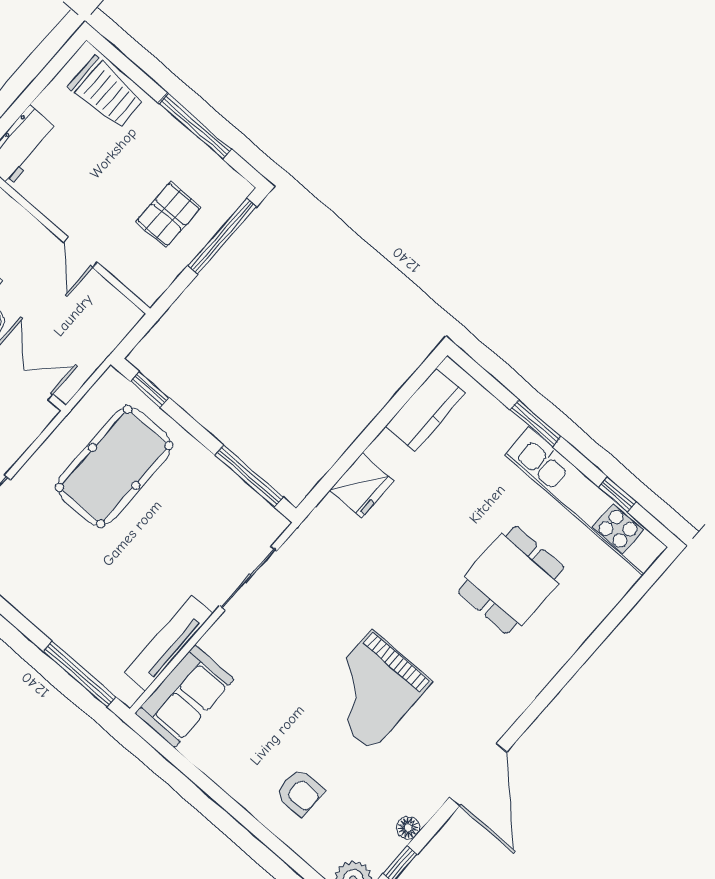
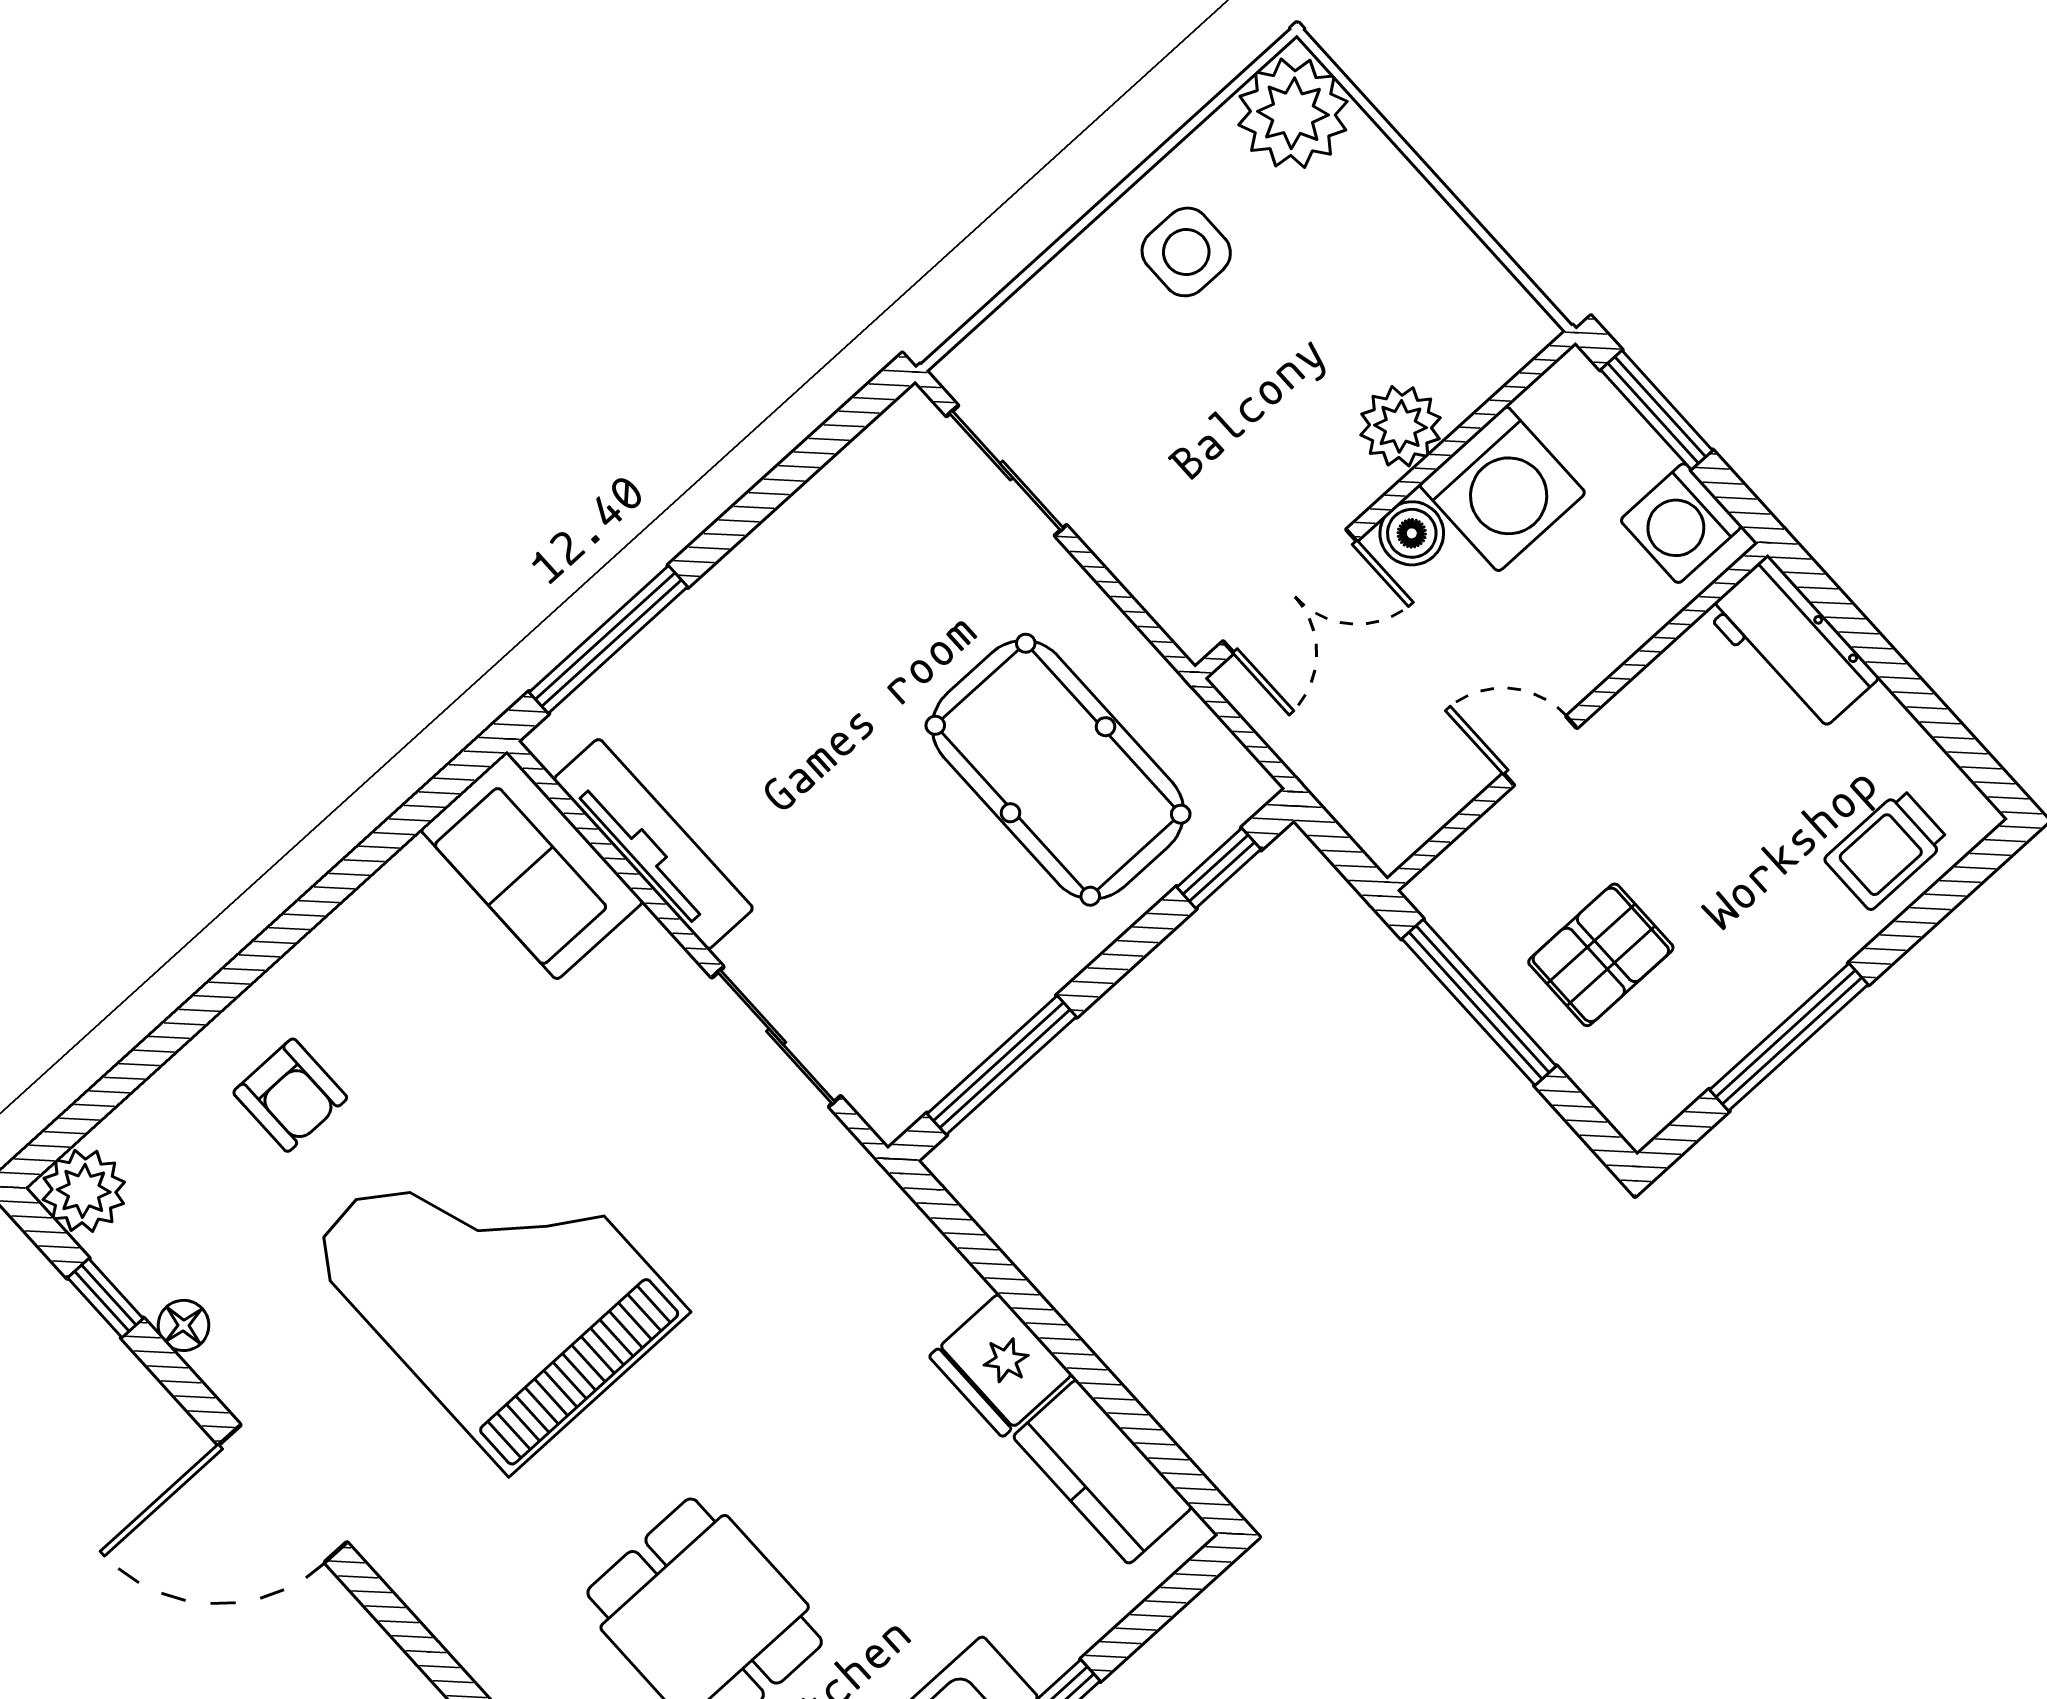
trolley: (106, 93) -> (1886, 850), width x0.73, depth x0.72
pallet: (168, 214) -> (1601, 955), turned 90
window: (222, 236) -> (1479, 1002), moved
fridge: (362, 485) -> (1000, 1365), moved
grand piano: (372, 690) -> (496, 1280), width x1.37, depth x1.48
armchair: (300, 792) -> (290, 1095), turned -90

